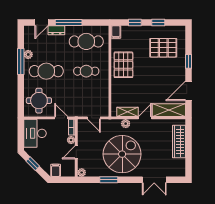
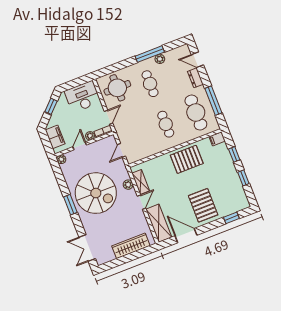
window: (69, 22) -> (213, 101), moved
pallet: (163, 48) -> (203, 205), moved
window: (189, 61) -> (231, 218), moved
cafe table: (46, 71) -> (150, 84), width x0.73, depth x0.74
door: (145, 118) -> (141, 202), hinge flipped
door: (76, 152) -> (80, 146), hinge flipped
filing cabinet: (56, 170) -> (55, 137), width x2.00
window: (109, 180) -> (70, 205), moved
double door: (154, 180) -> (87, 248), moved

